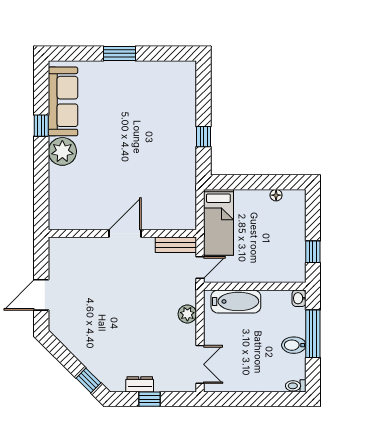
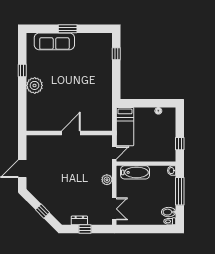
sofa: (63, 101) -> (54, 41), moved, turned 90
window: (204, 137) -> (116, 54), moved
bench: (176, 245) -> (100, 140), removed
bidet: (294, 345) -> (169, 212), moved
window: (88, 381) -> (42, 211), moved

